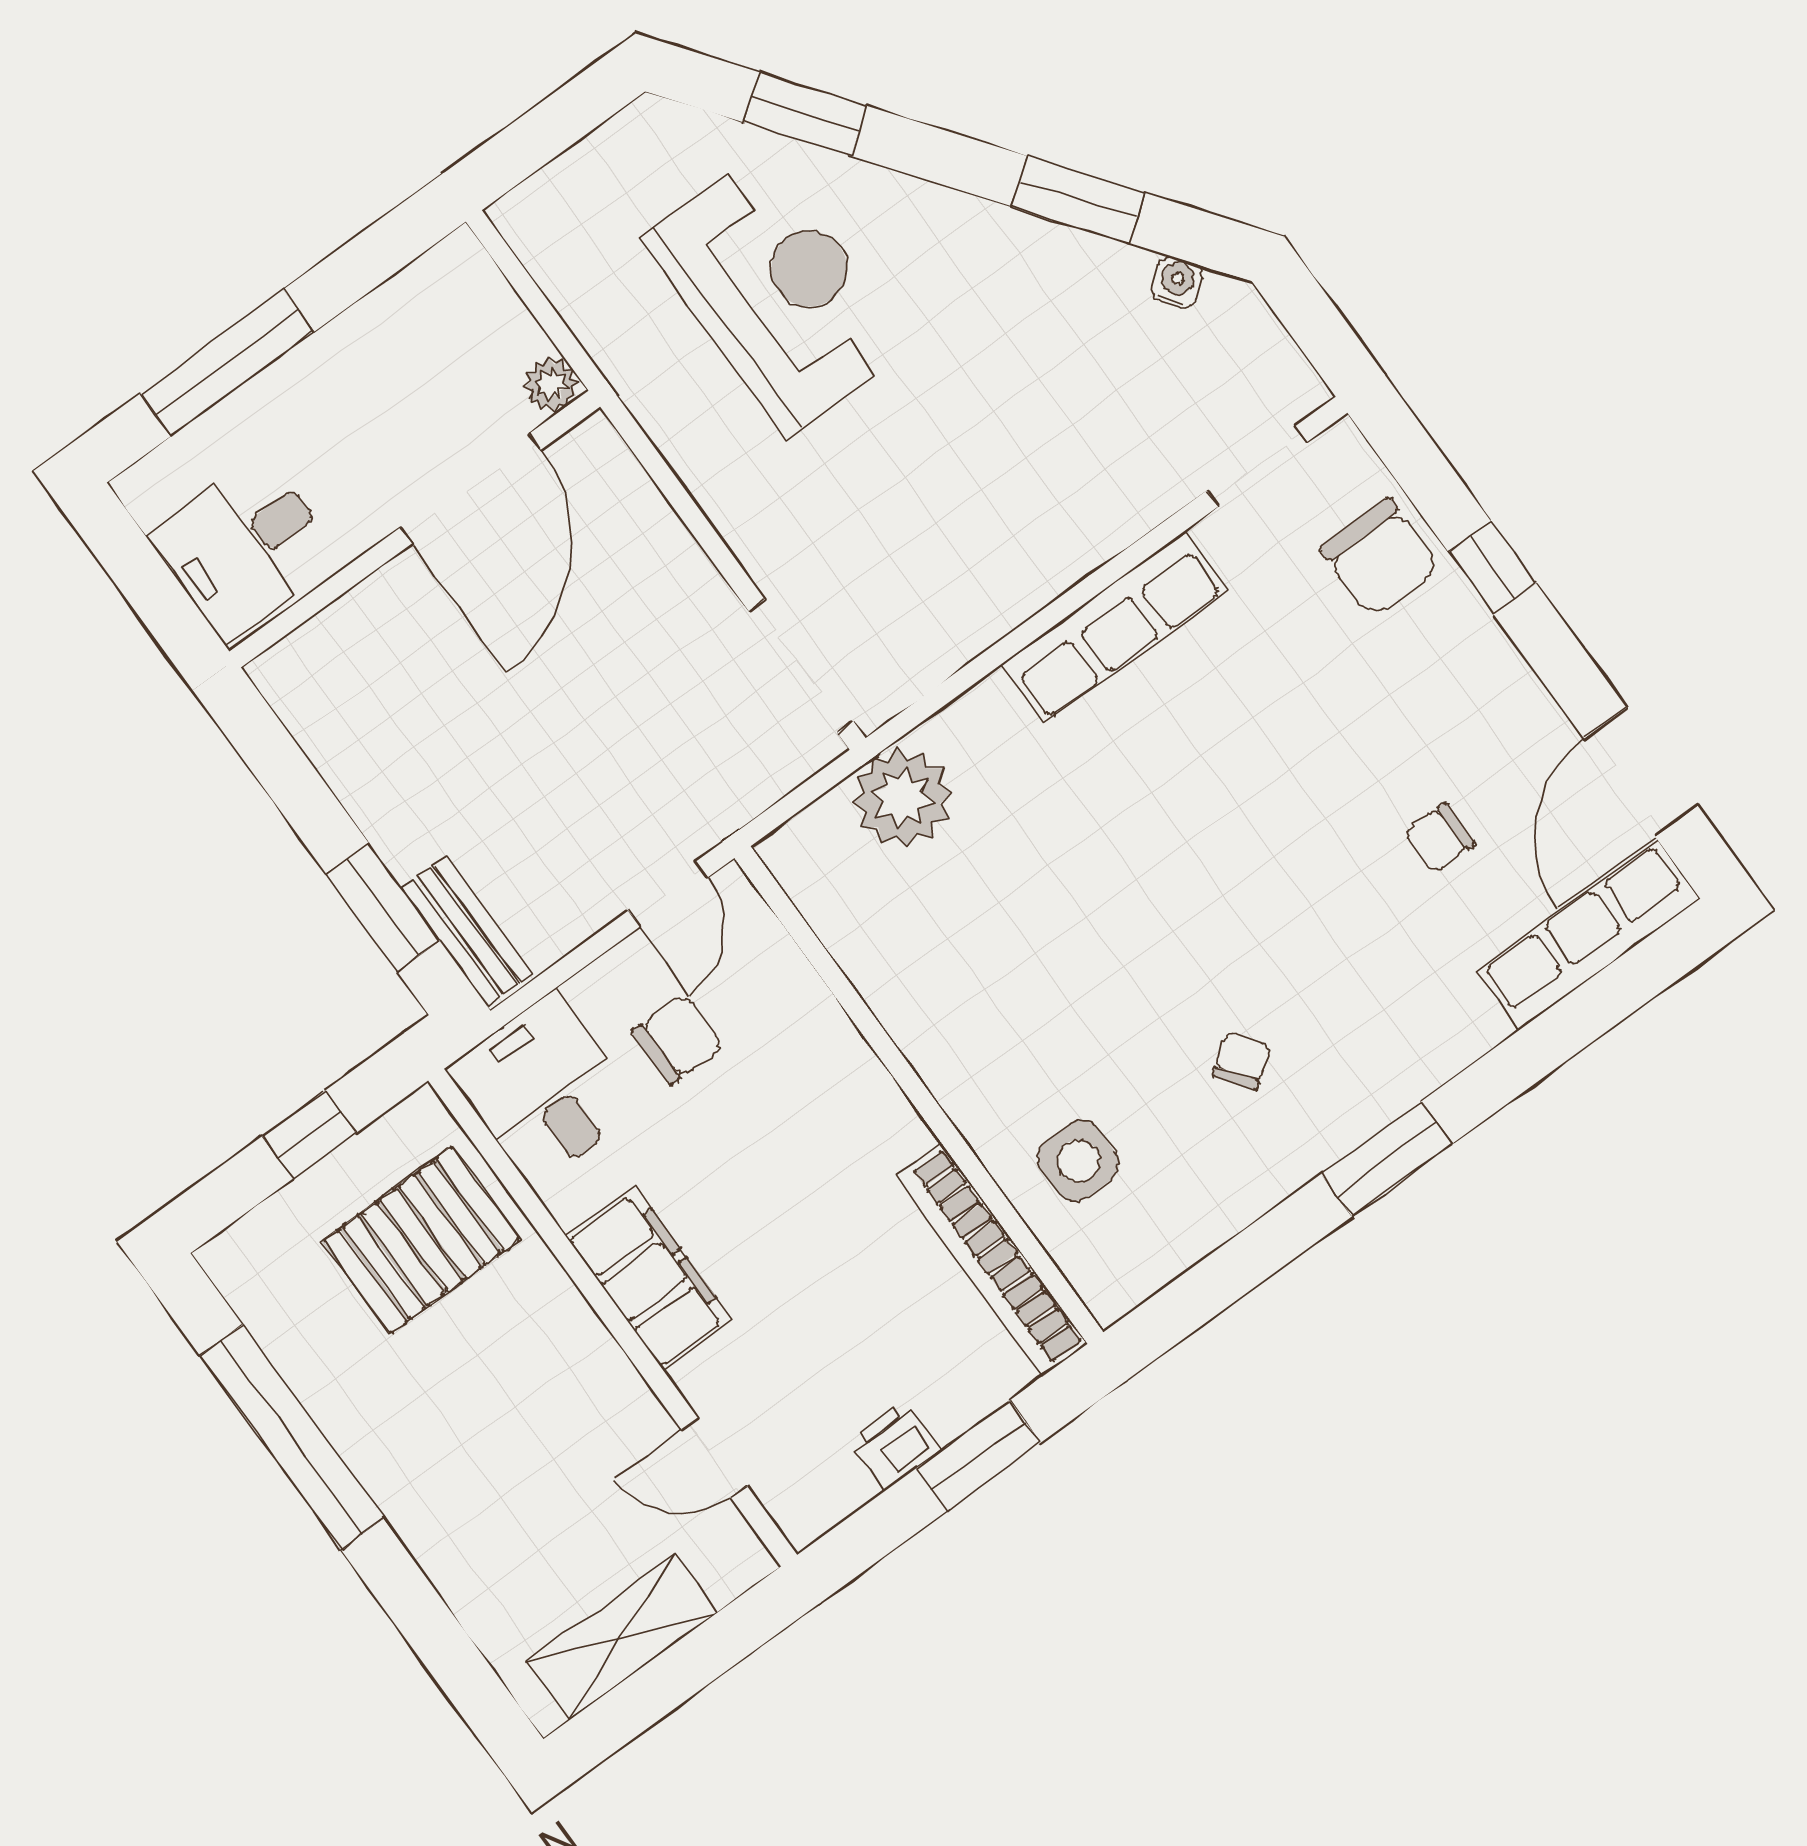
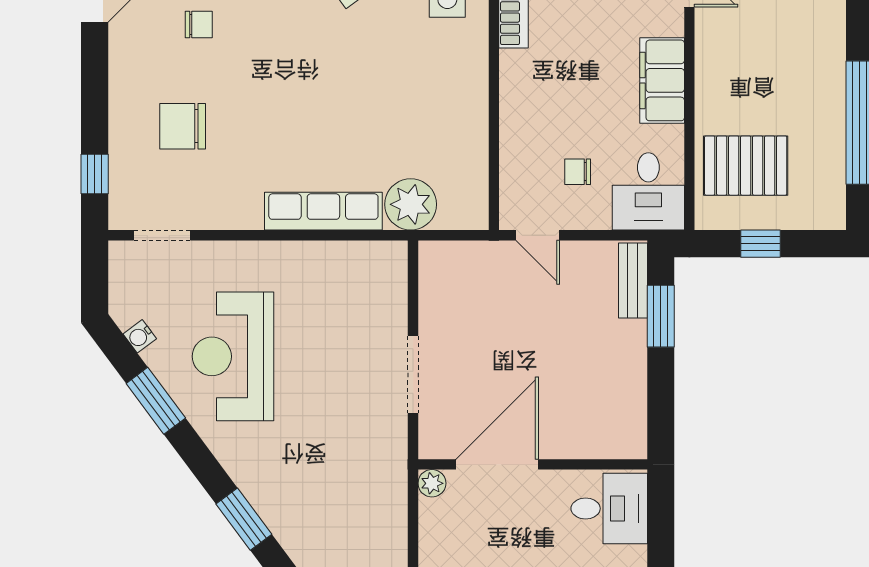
reception desk: (776, 293) -> (233, 356), moved
chair: (1380, 558) -> (183, 126), moved, turned -90
window: (1492, 568) -> (95, 174), moved
row of seats: (1114, 627) -> (323, 211), moved
doorway: (801, 666) -> (413, 374), moved
door: (668, 894) -> (538, 235), swing flipped
chair: (678, 1039) -> (578, 172), width x0.73, depth x0.73

